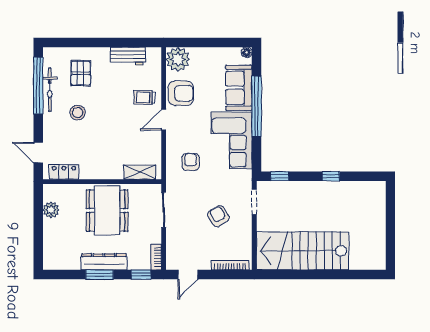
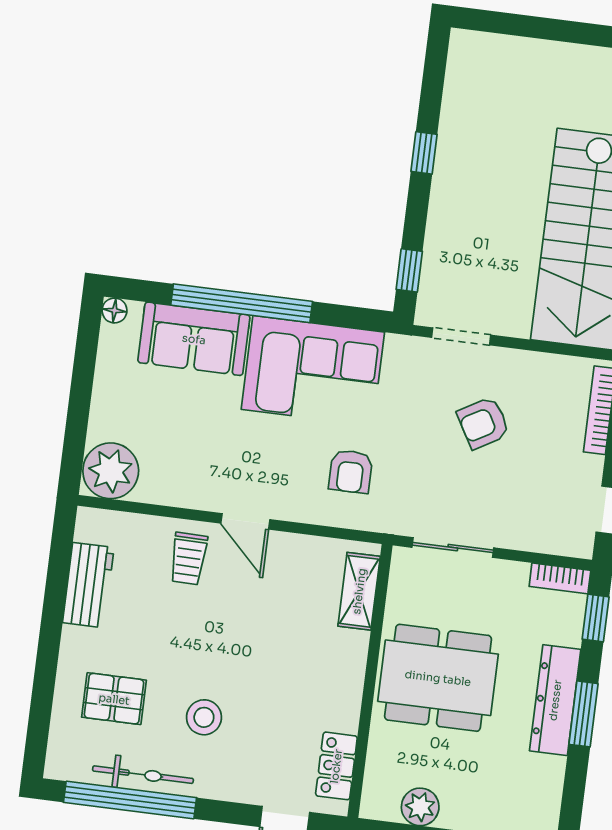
armchair: (181, 93) -> (190, 474), removed
armchair: (191, 162) -> (351, 471), turned -90

